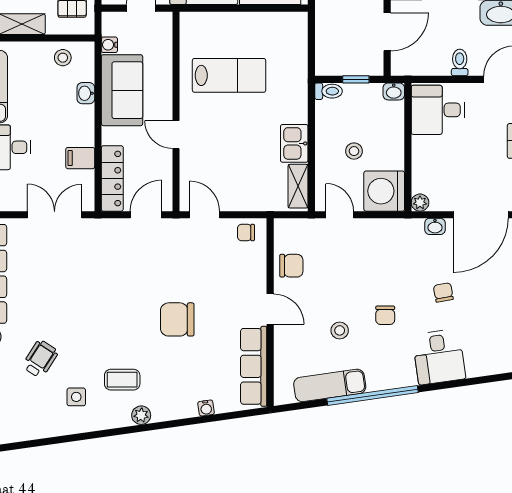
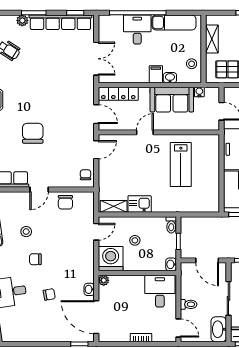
filing cabinet: (80, 158) -> (156, 74), moved

